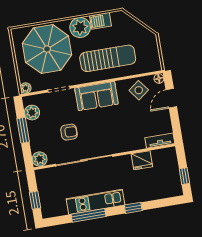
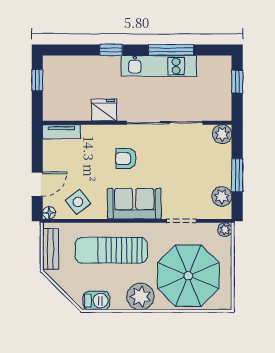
barbecue: (101, 21) -> (96, 301), moved
bench: (153, 52) -> (51, 249), added
armchair: (69, 132) -> (126, 159), moved
fridge: (142, 160) -> (104, 110), moved

